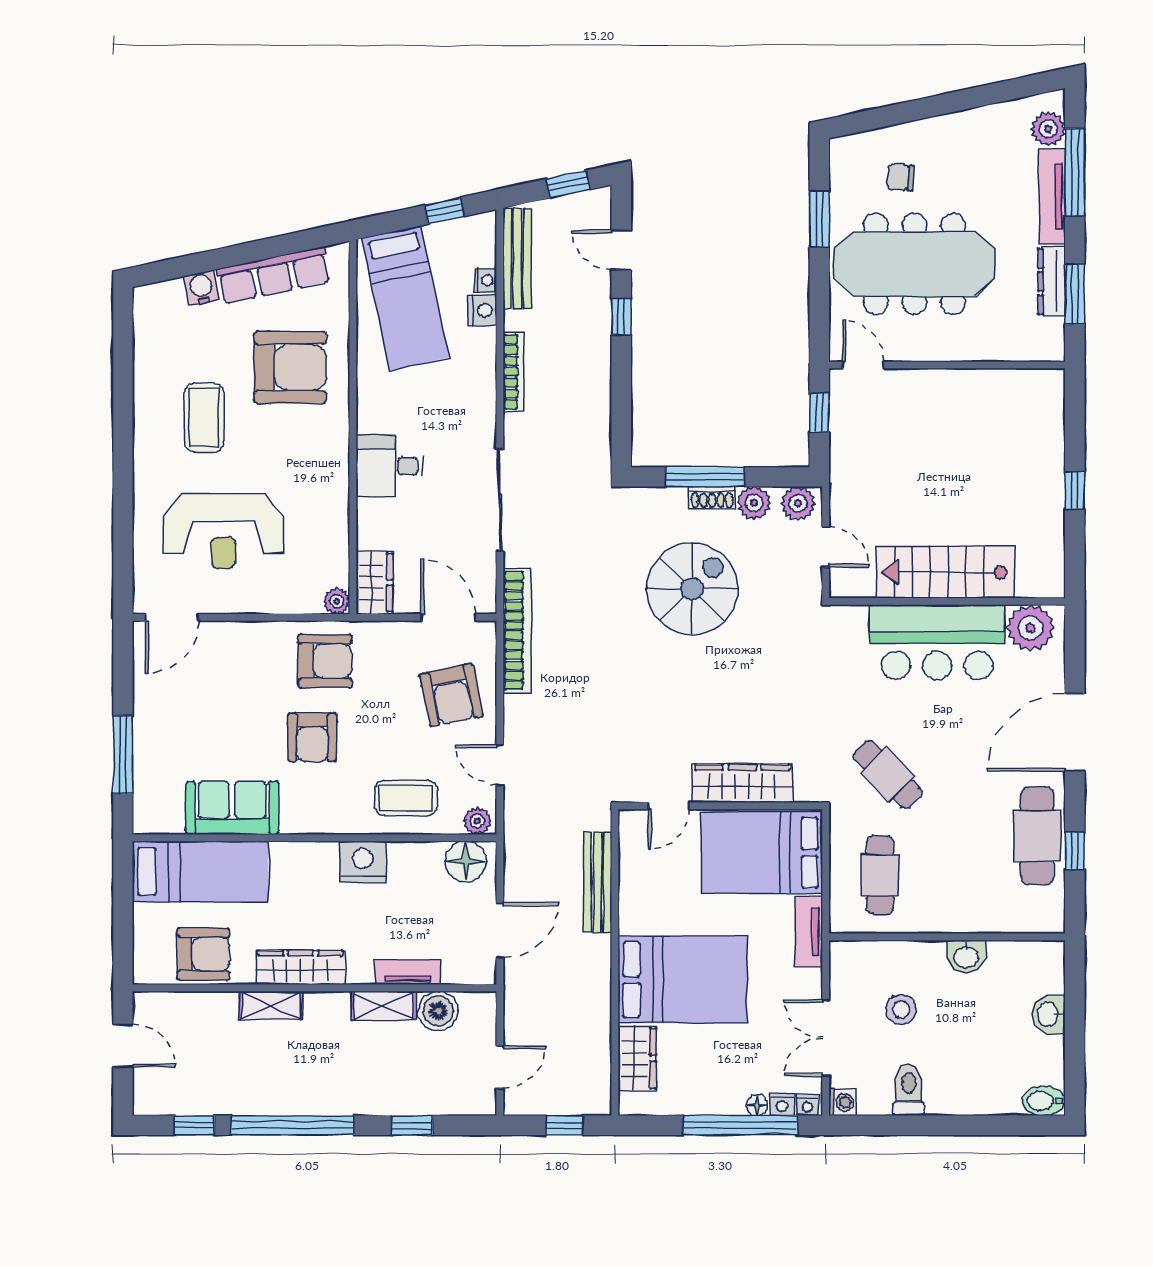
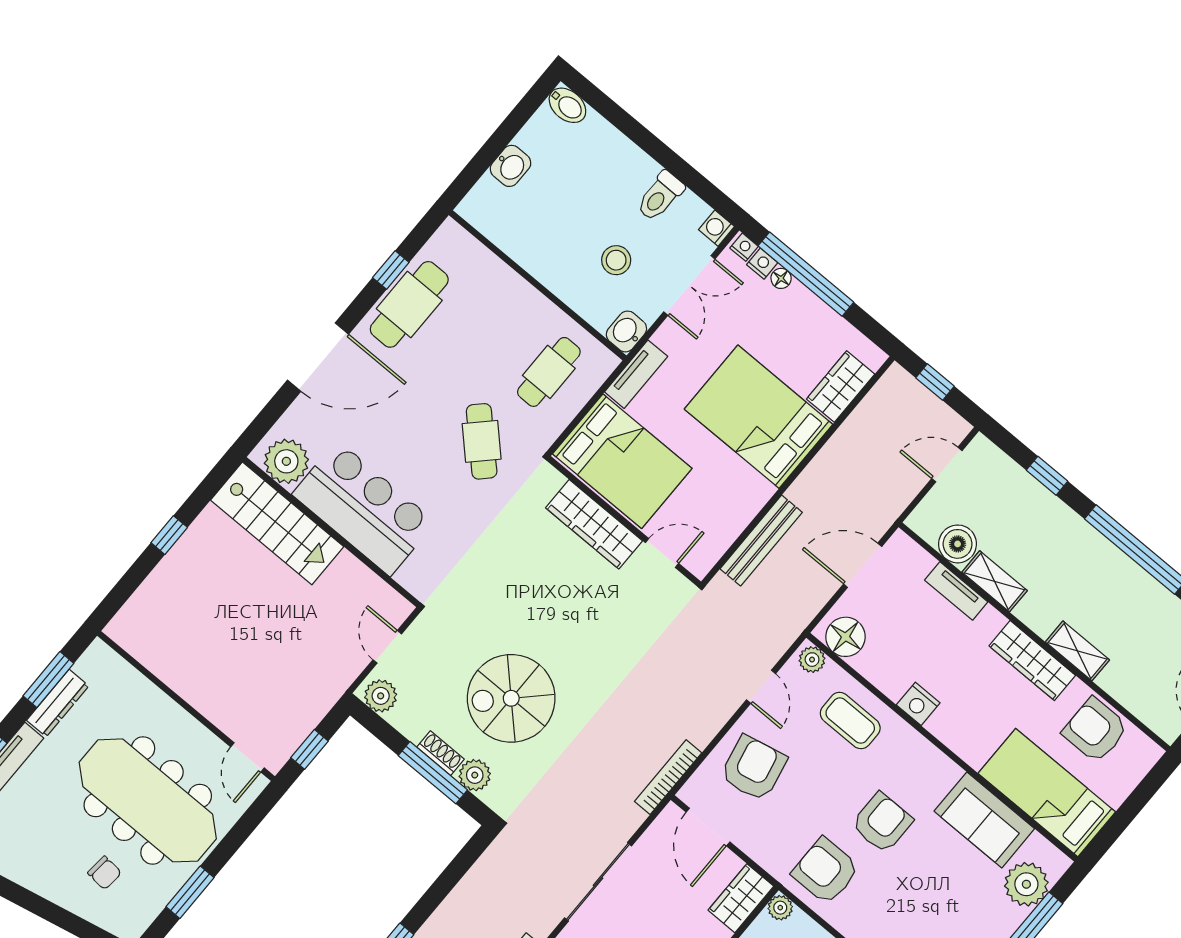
plant: (754, 503) -> (475, 775), moved
stairs: (945, 572) -> (277, 523), moved
bookcase: (517, 631) -> (668, 777), width x0.68, depth x0.76
plant: (155, 785) -> (1026, 884), added
nightstand: (363, 862) -> (918, 704), width x0.74, depth x0.75
washbasin: (966, 956) -> (626, 331), moved, turned -90

